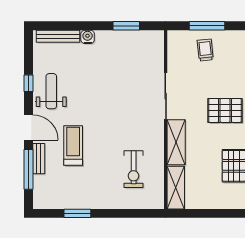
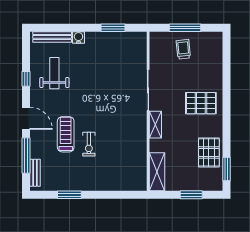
weight bench: (51, 91) -> (54, 73), moved
shelving: (176, 142) -> (155, 125), width x0.67, depth x0.75
bench: (39, 159) -> (35, 173), moved
exercise bike: (134, 169) -> (89, 144), moved, width x0.73, depth x0.72
window: (214, 213) -> (191, 195), added

